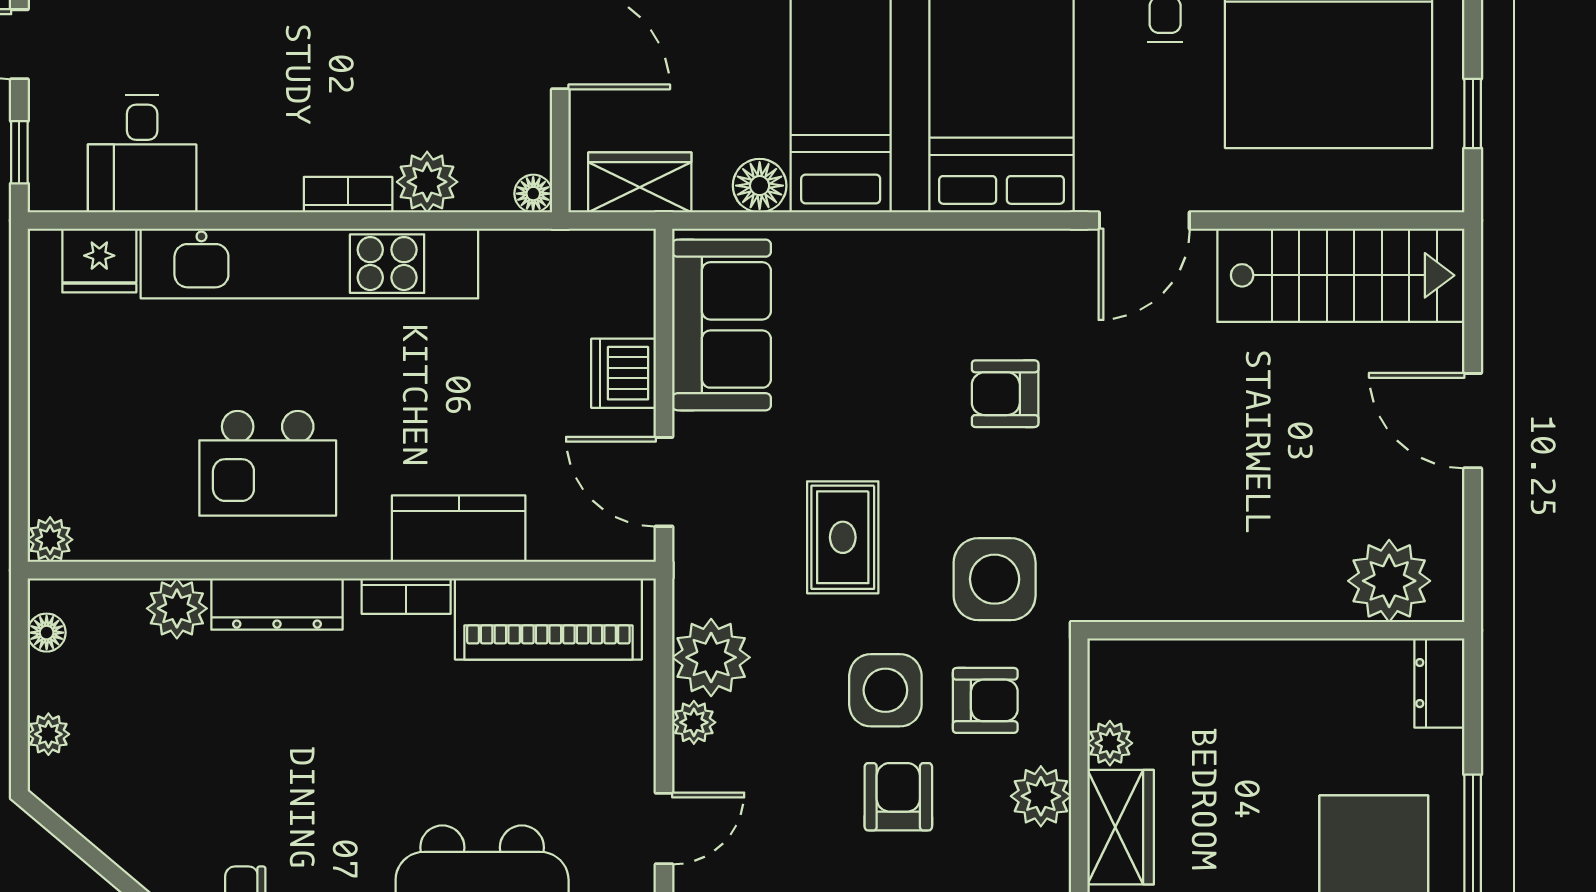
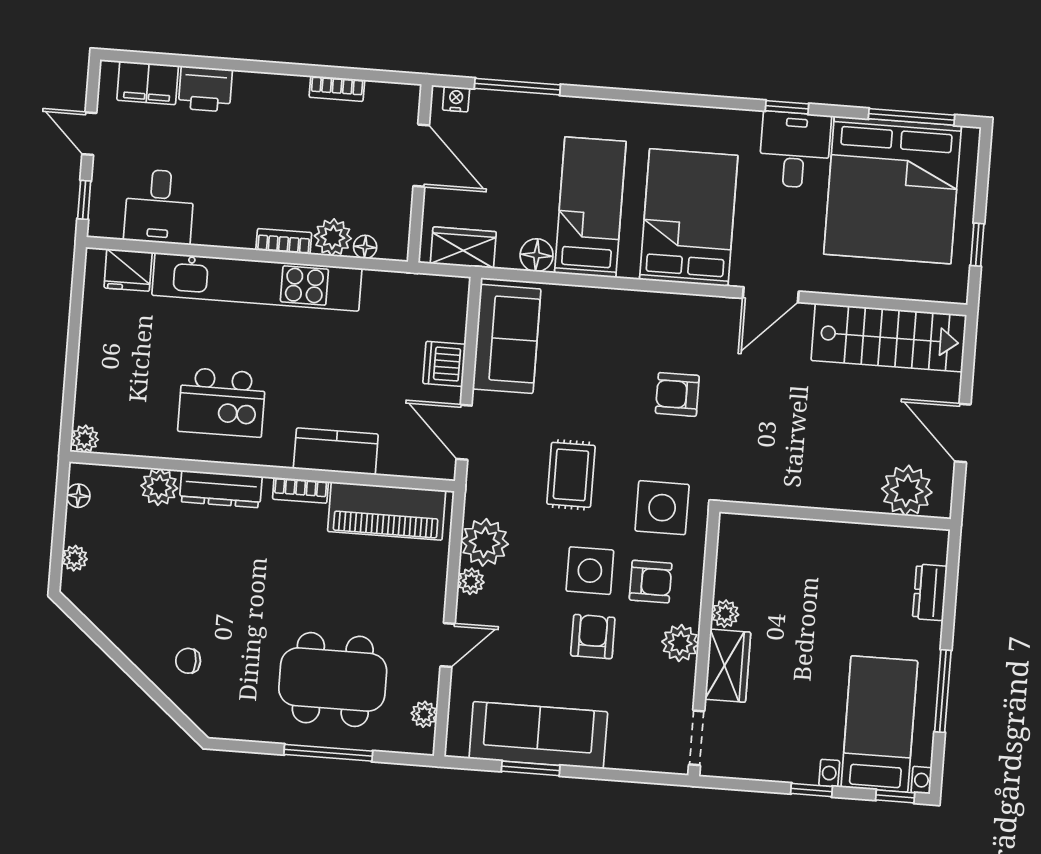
floor lamp: (533, 194) -> (365, 247), moved
plant: (1389, 581) -> (907, 490), moved
wall: (1276, 630) -> (835, 515), moved

